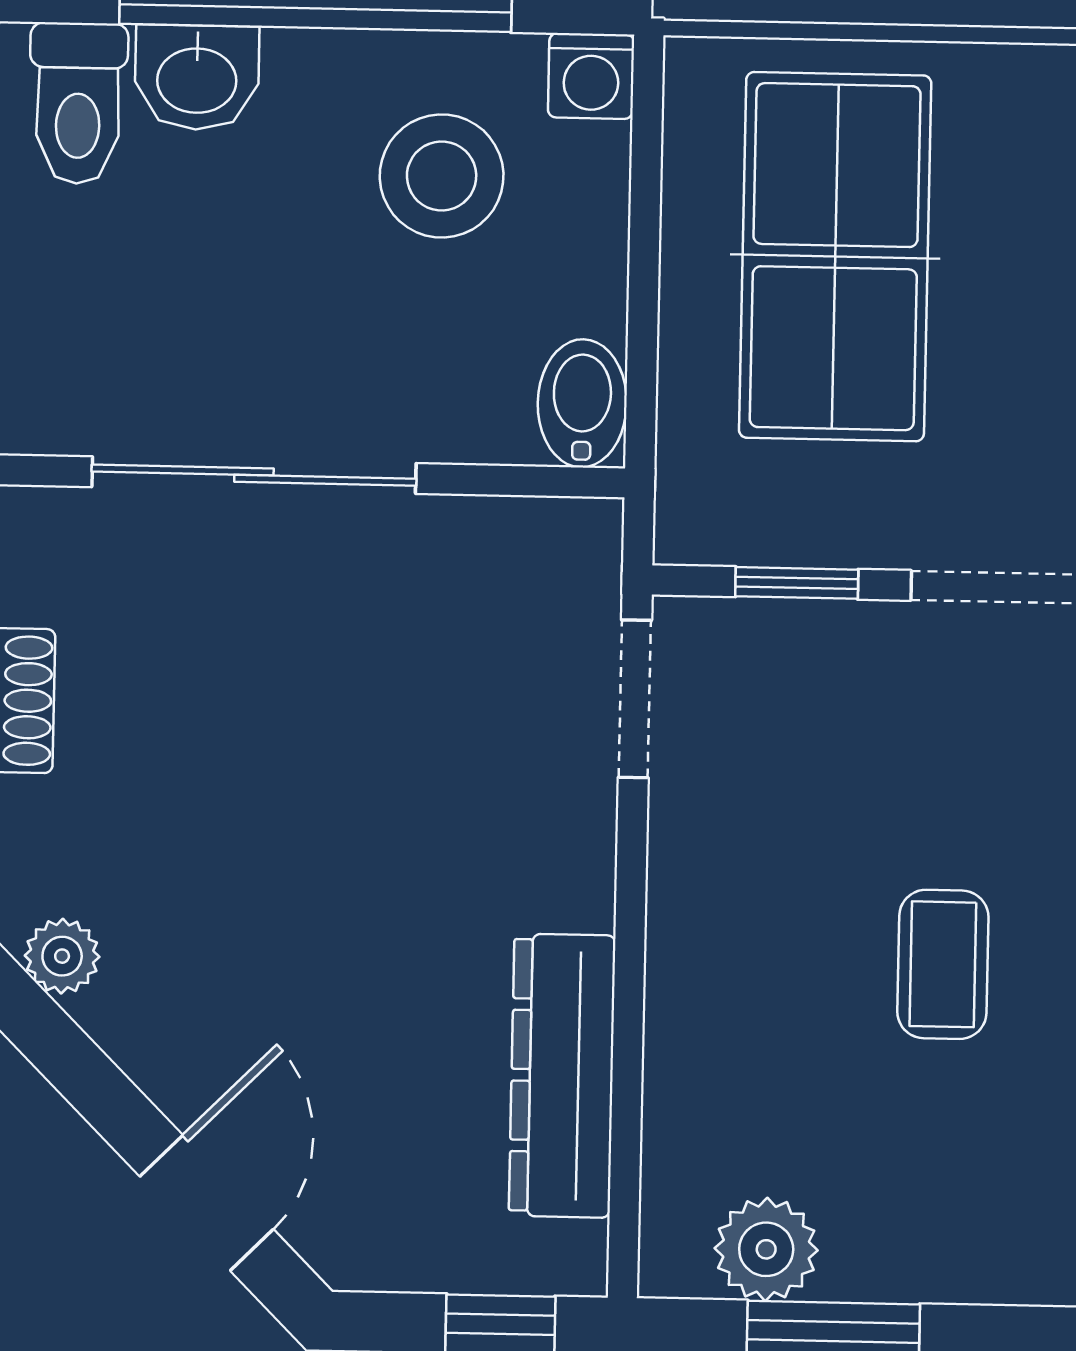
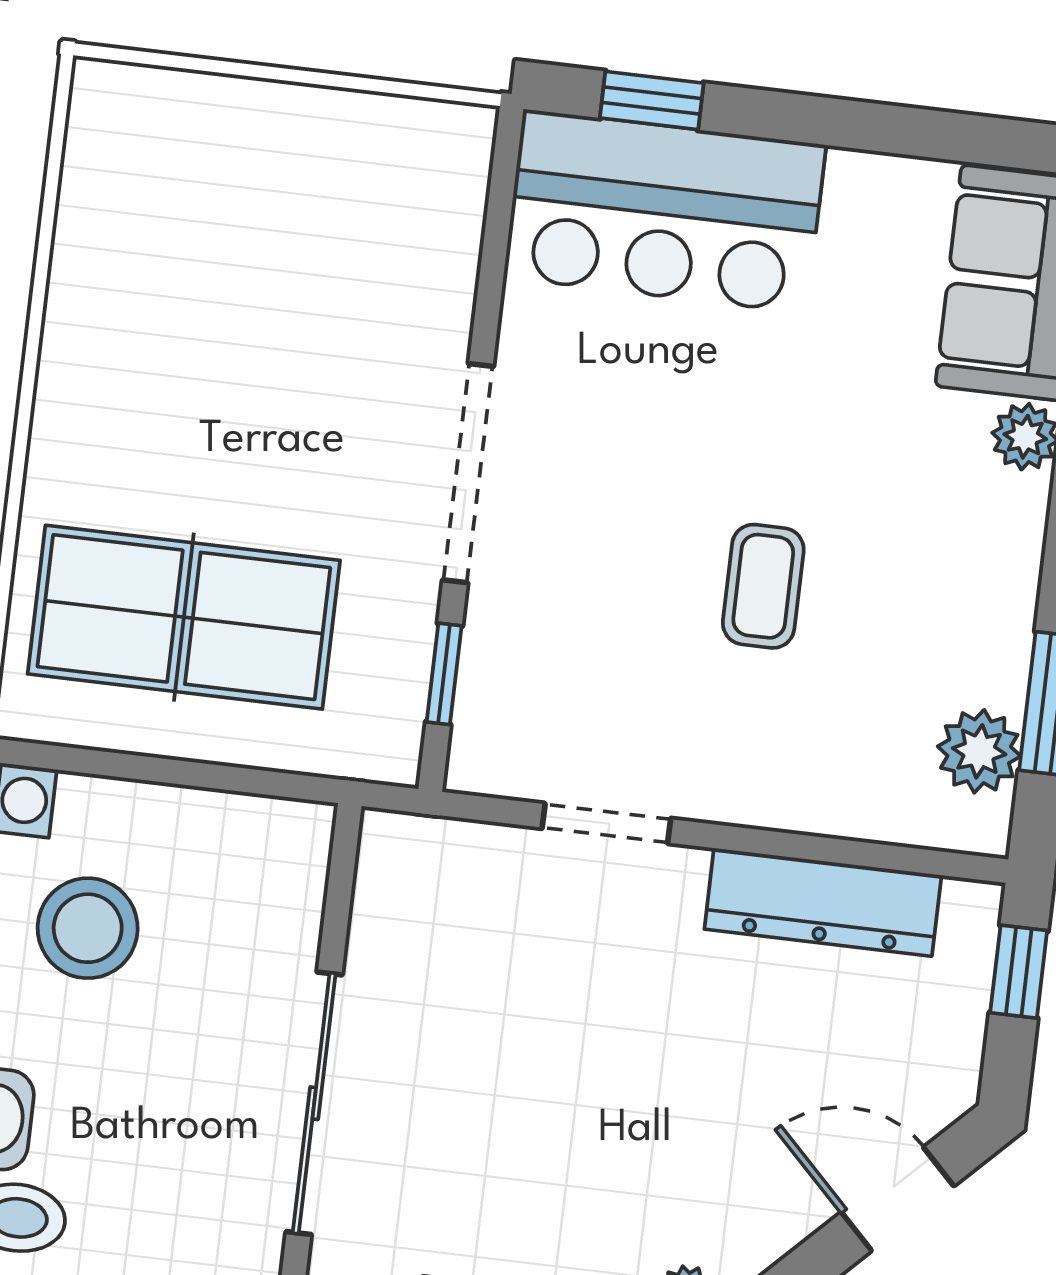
bidet: (582, 403) -> (282, 833), removed
doorway: (635, 699) -> (606, 823), moved
coffee table: (943, 964) -> (763, 586), turned 90

